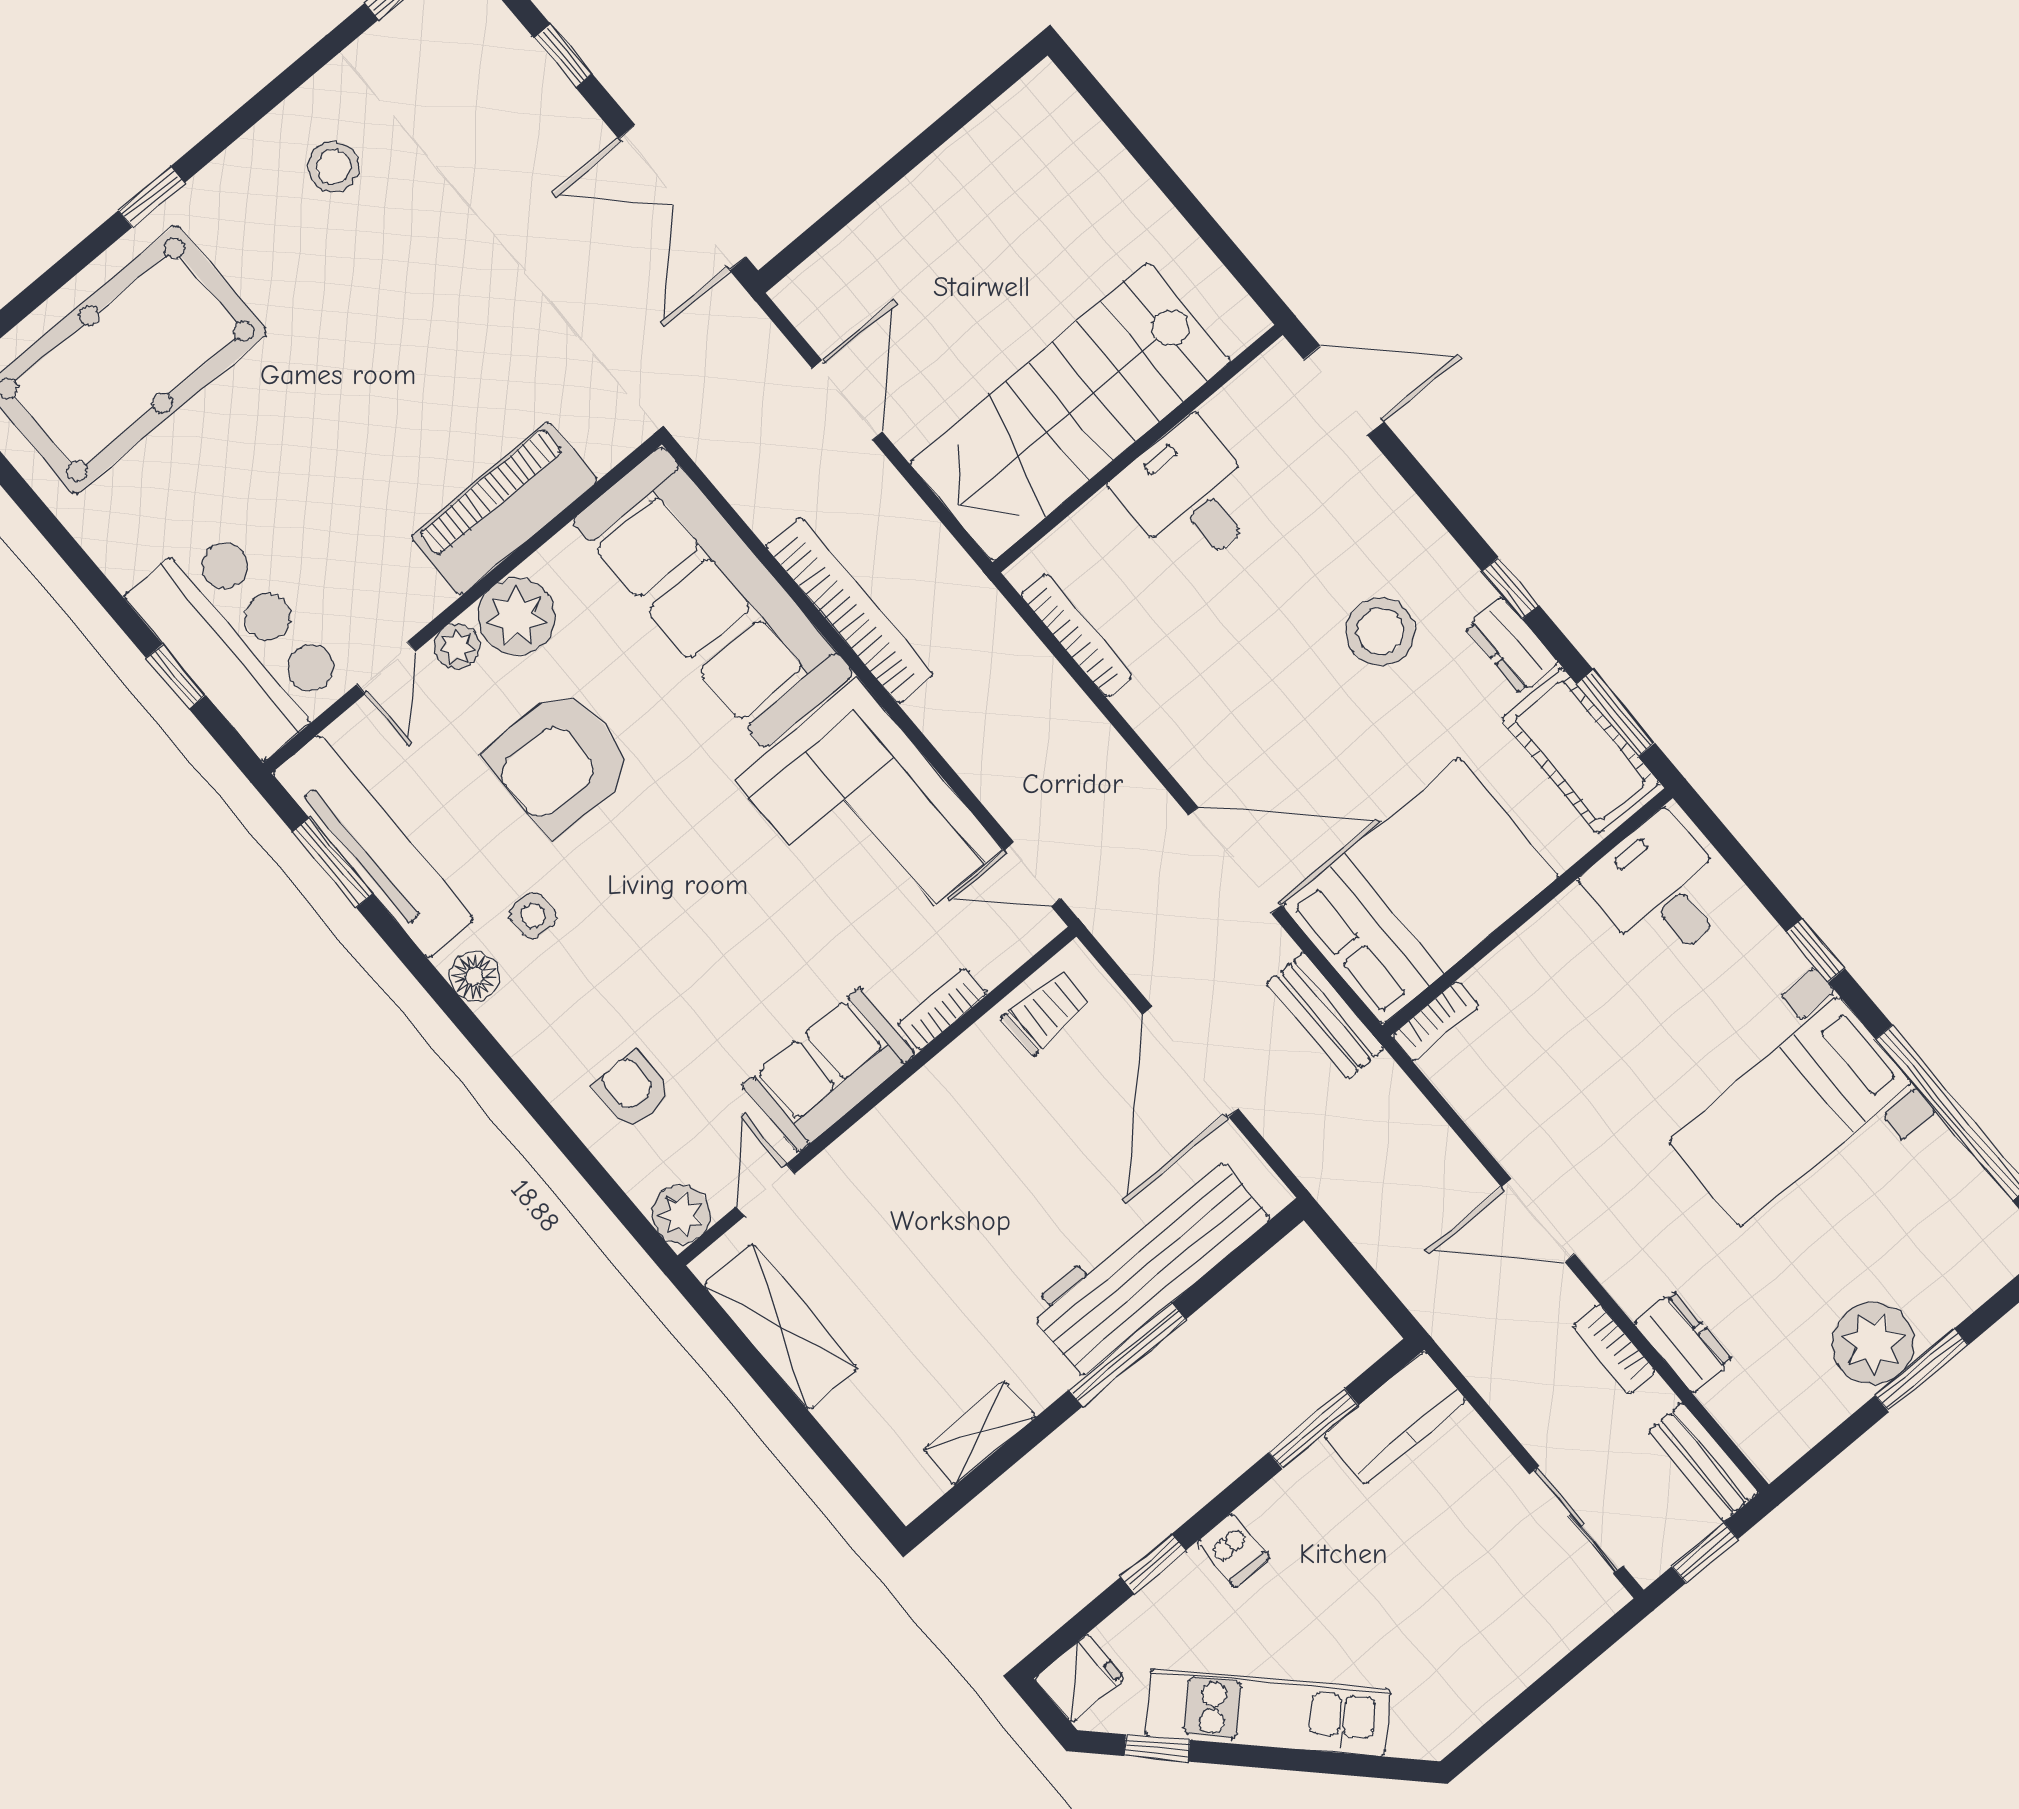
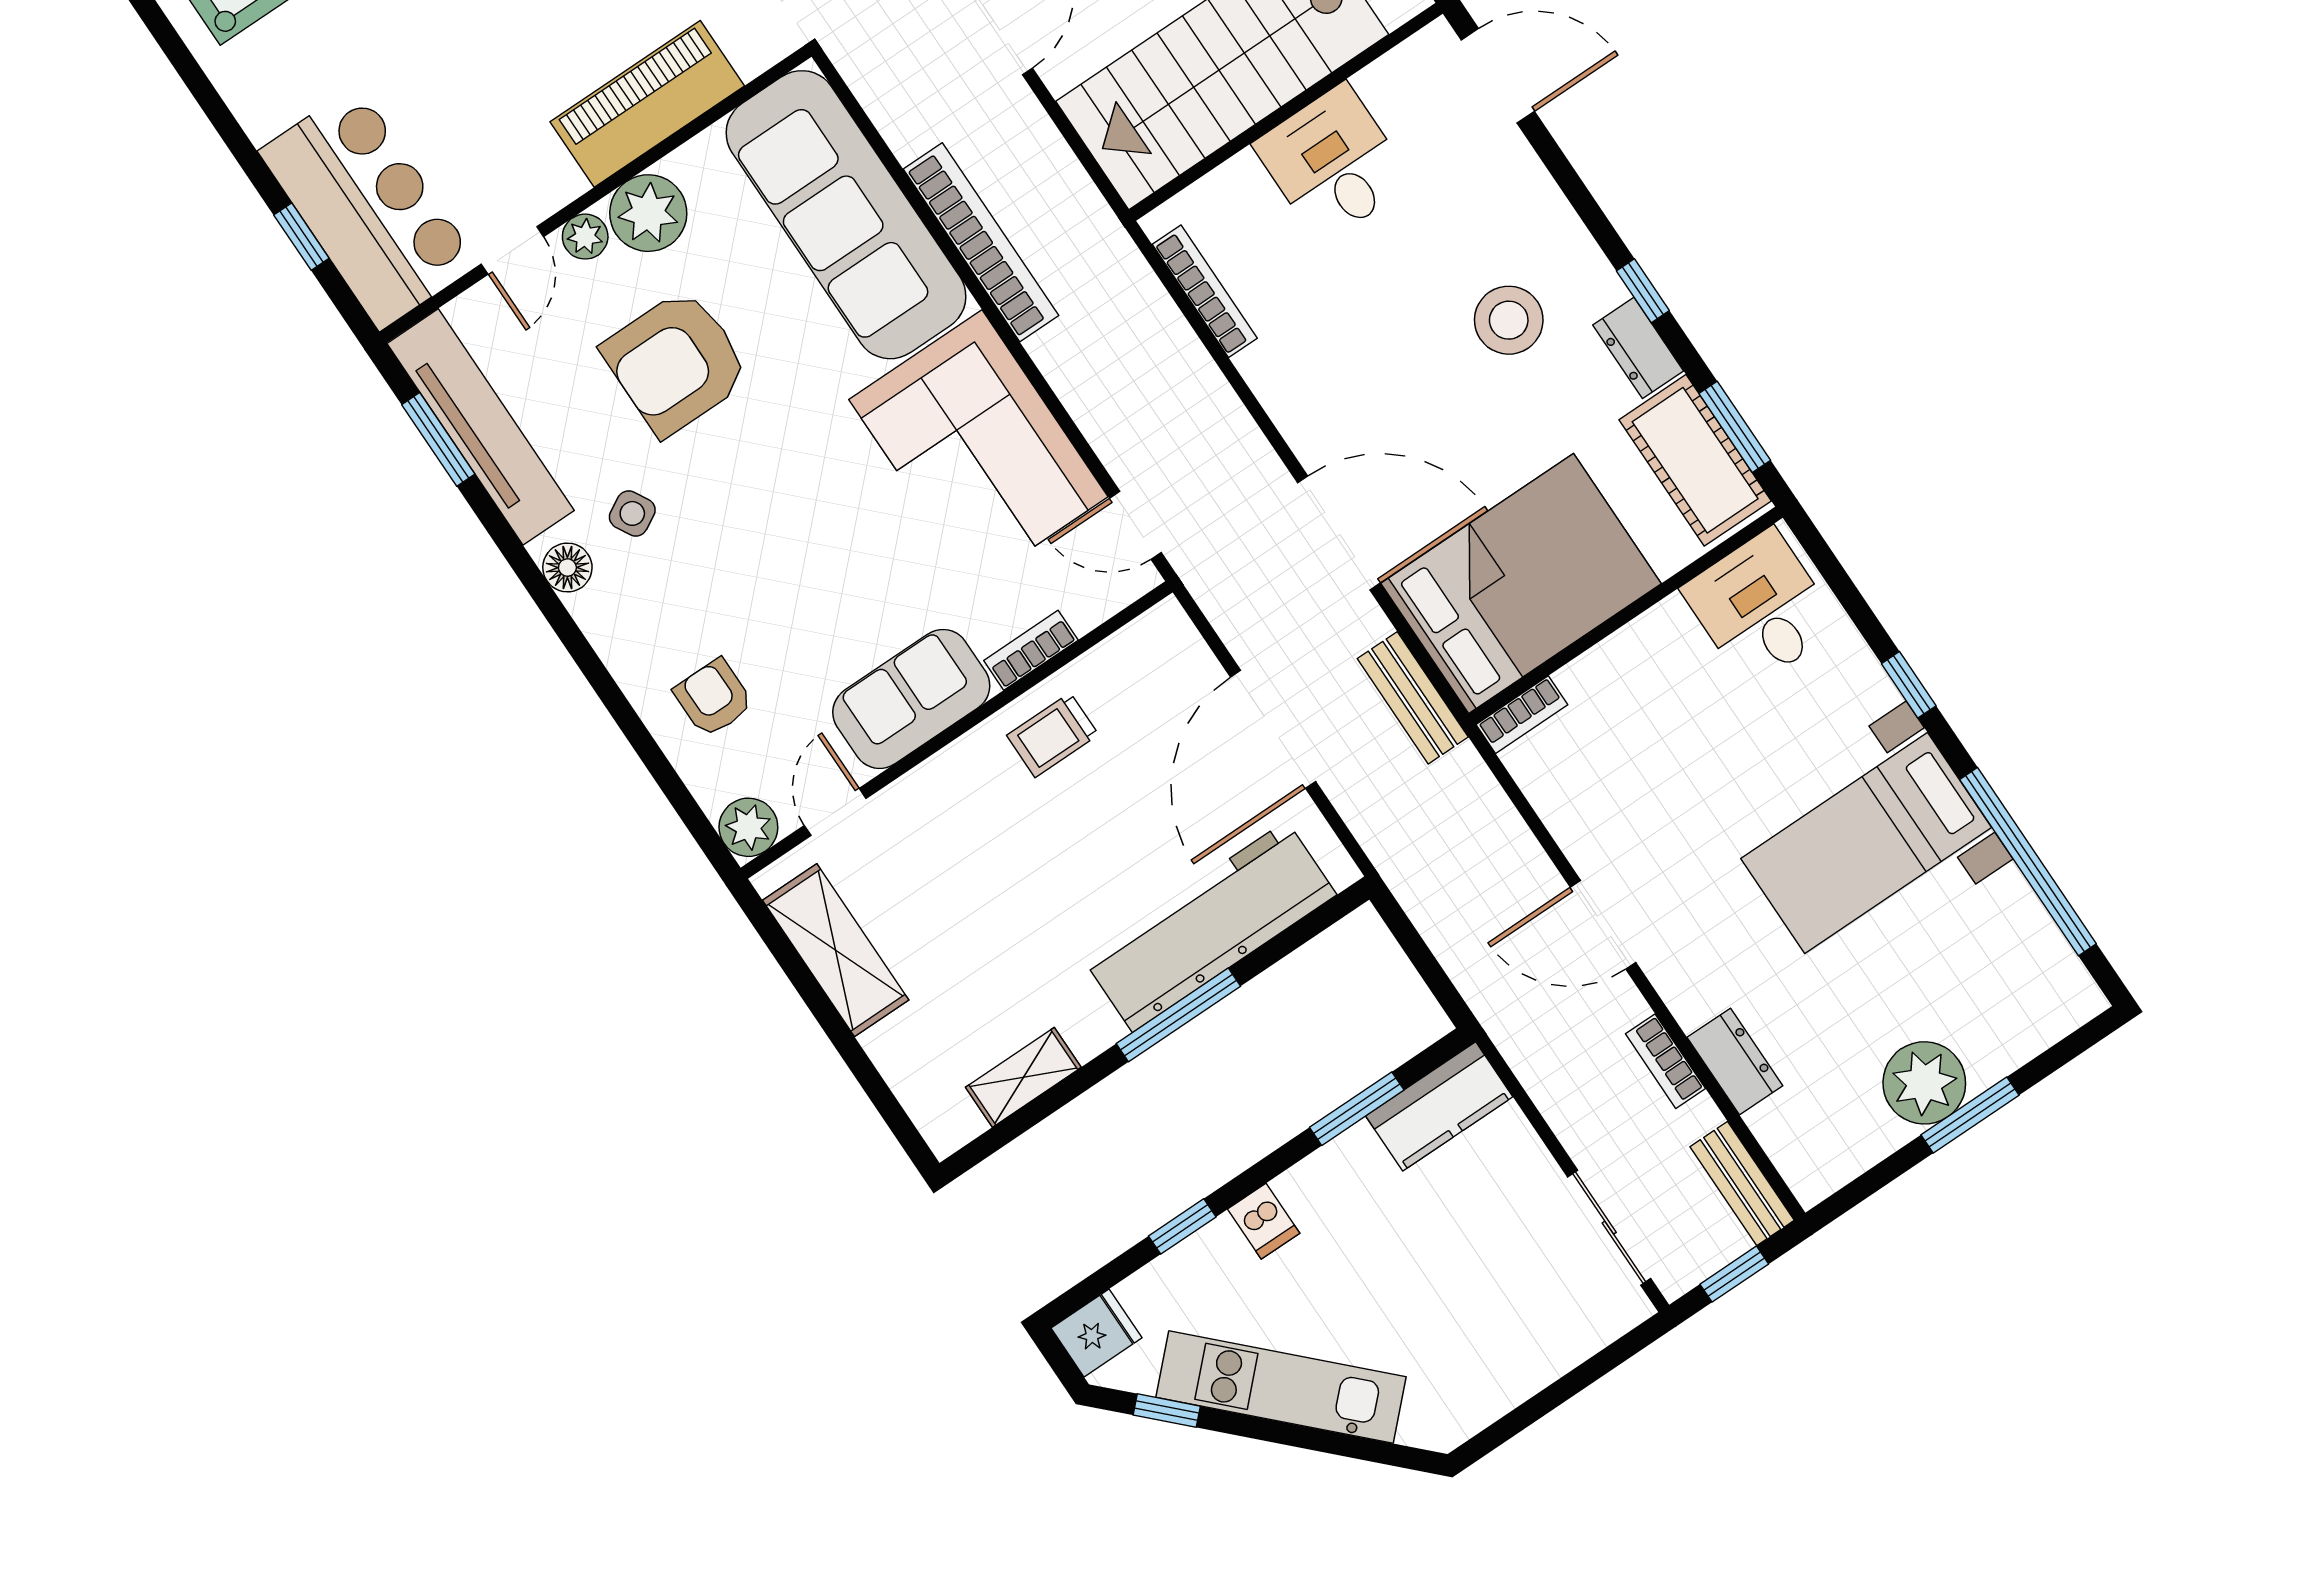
side table: (533, 916) -> (632, 513), turned -31
trolley: (1047, 1012) -> (1053, 735), moved, turned 180

